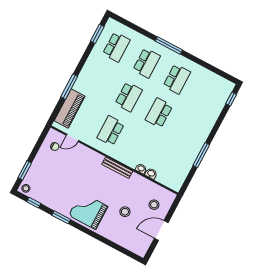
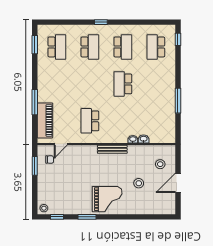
window: (169, 46) -> (101, 22), width x0.46
school desk: (129, 97) -> (156, 47), moved, turned 180
window: (25, 170) -> (35, 166), moved
grand piano: (88, 211) -> (107, 199), turned 180

